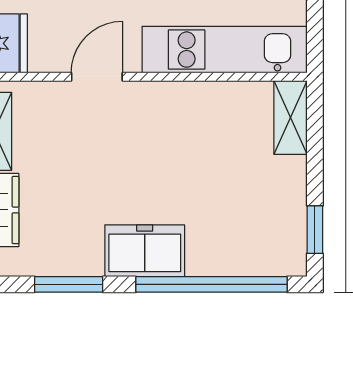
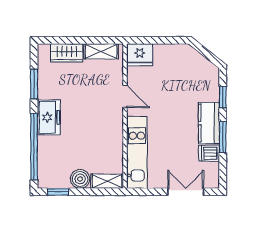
boiler: (285, 179) -> (80, 179), added

